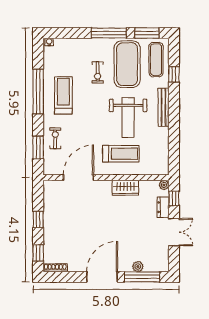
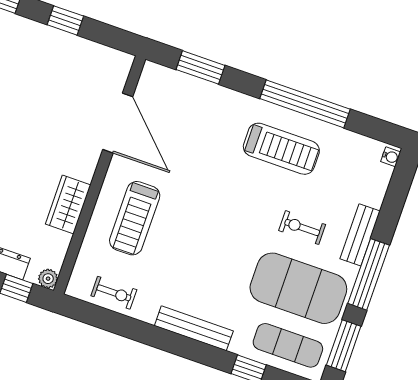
bench: (91, 44) -> (360, 235), added
weight bench: (128, 117) -> (198, 255), removed
exercise bike: (55, 138) -> (114, 293), moved

